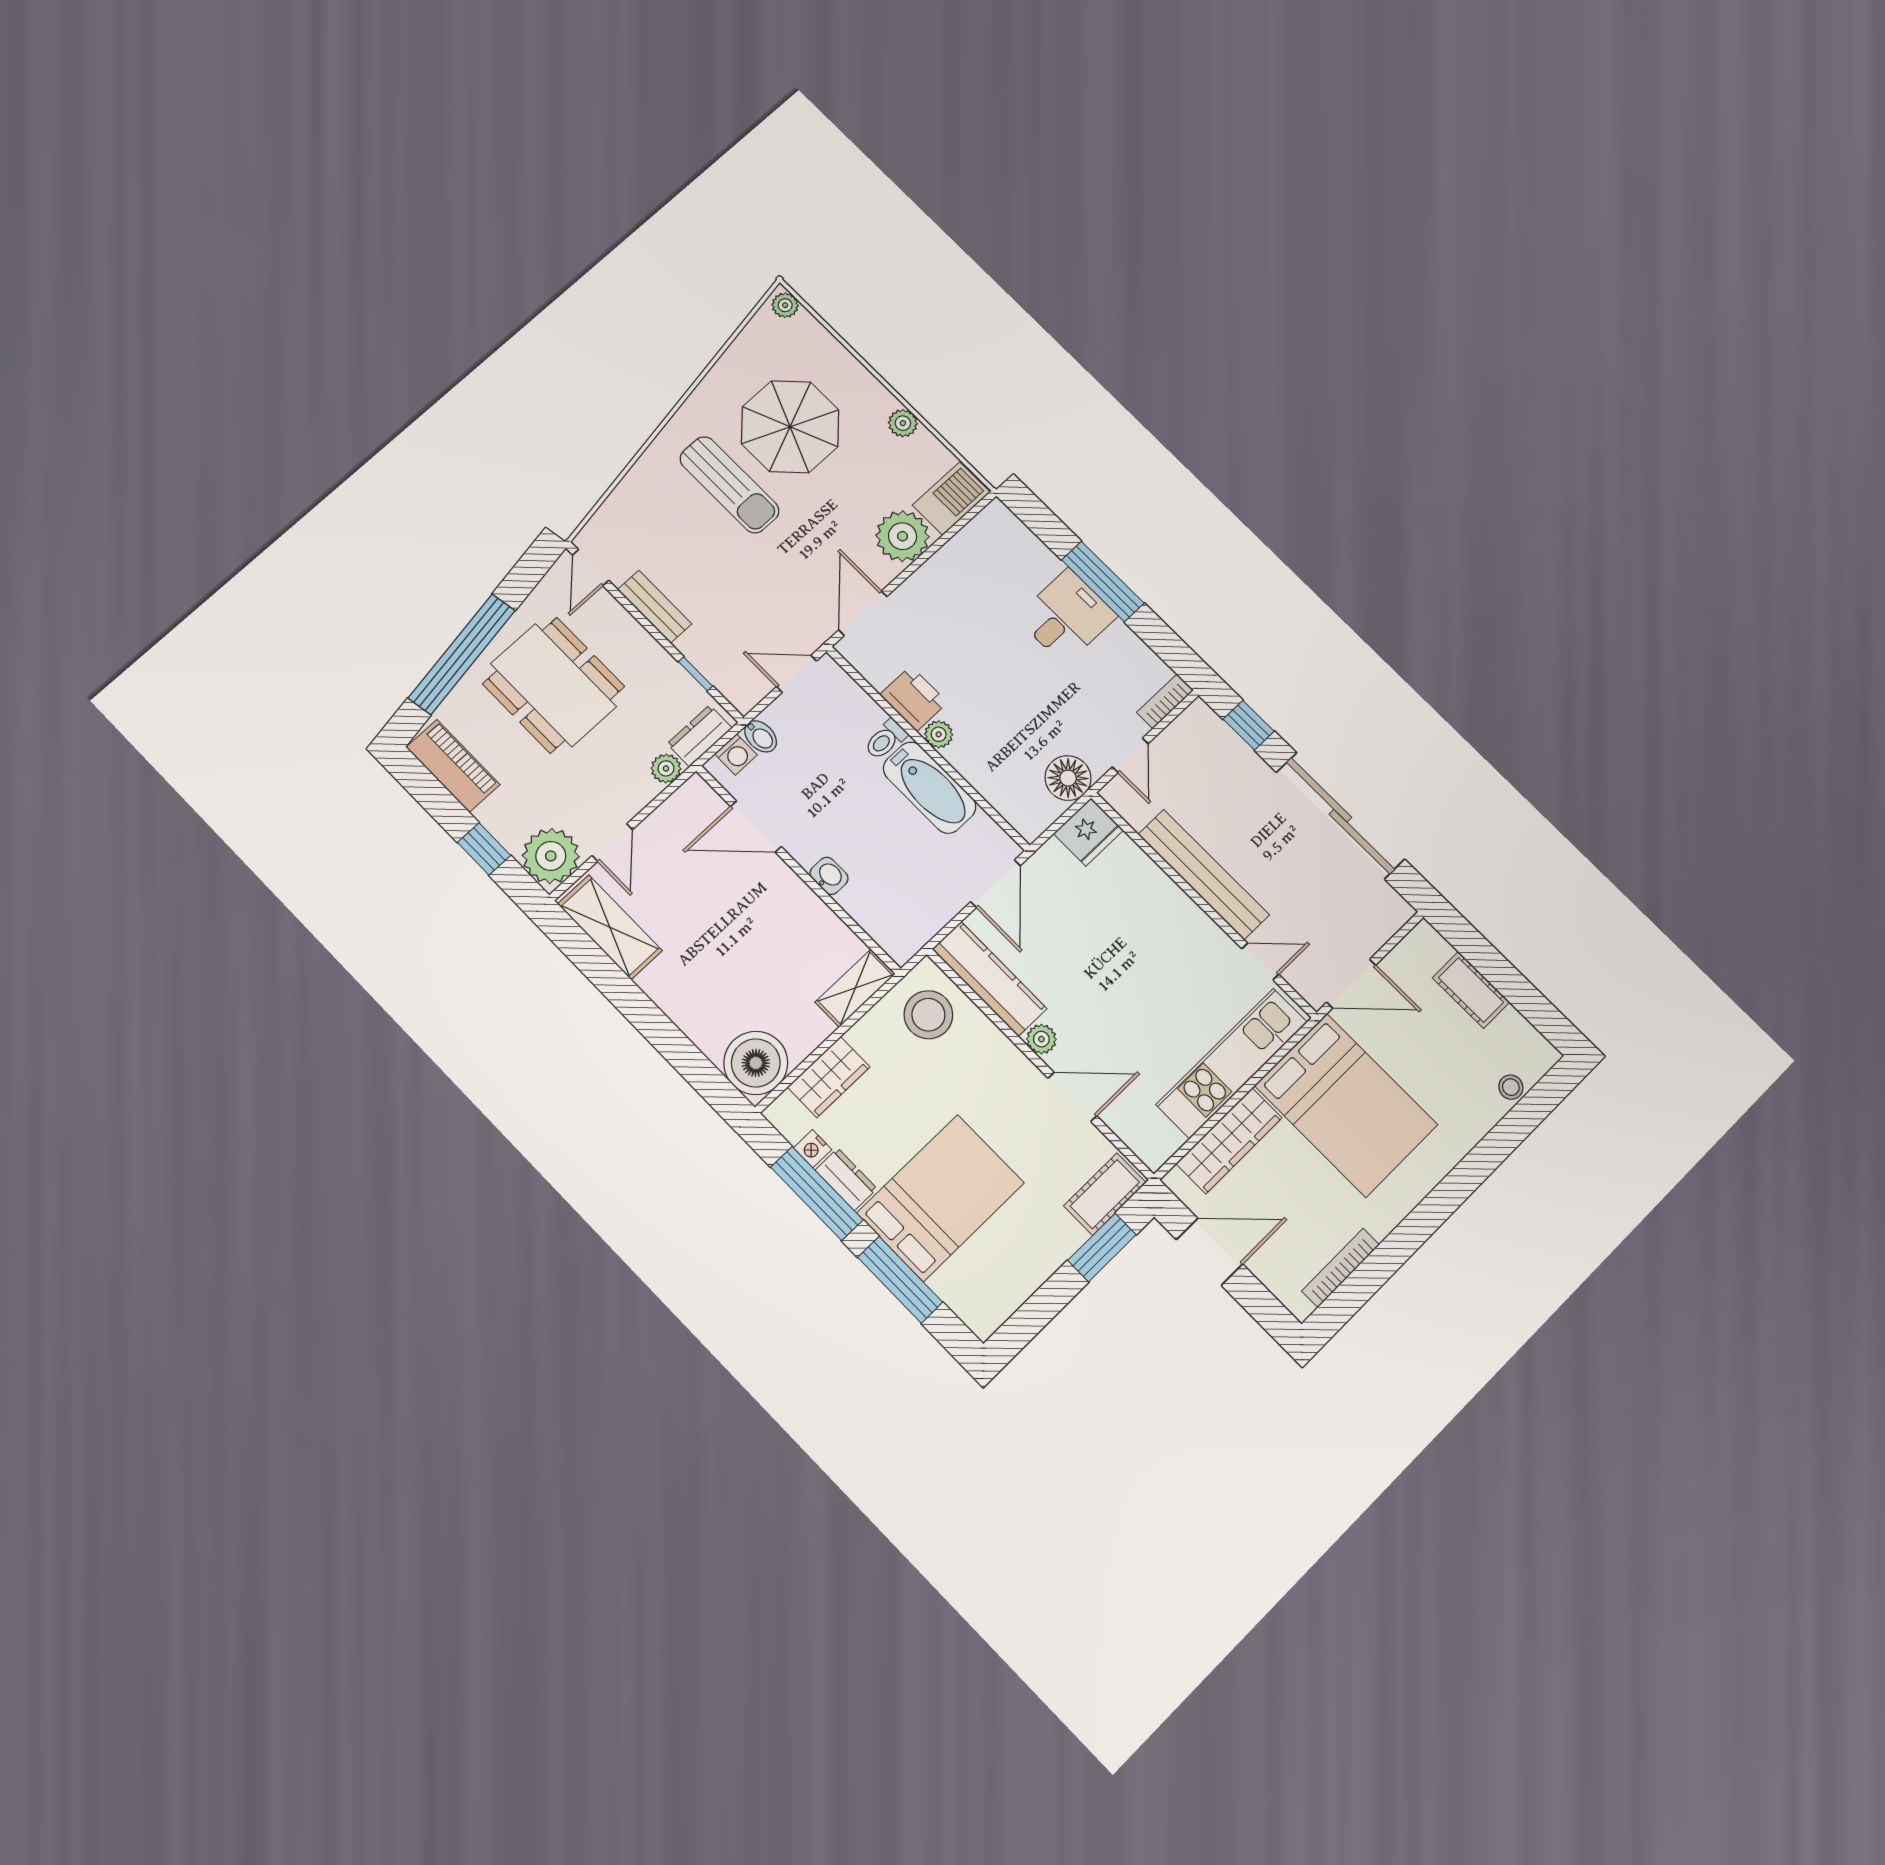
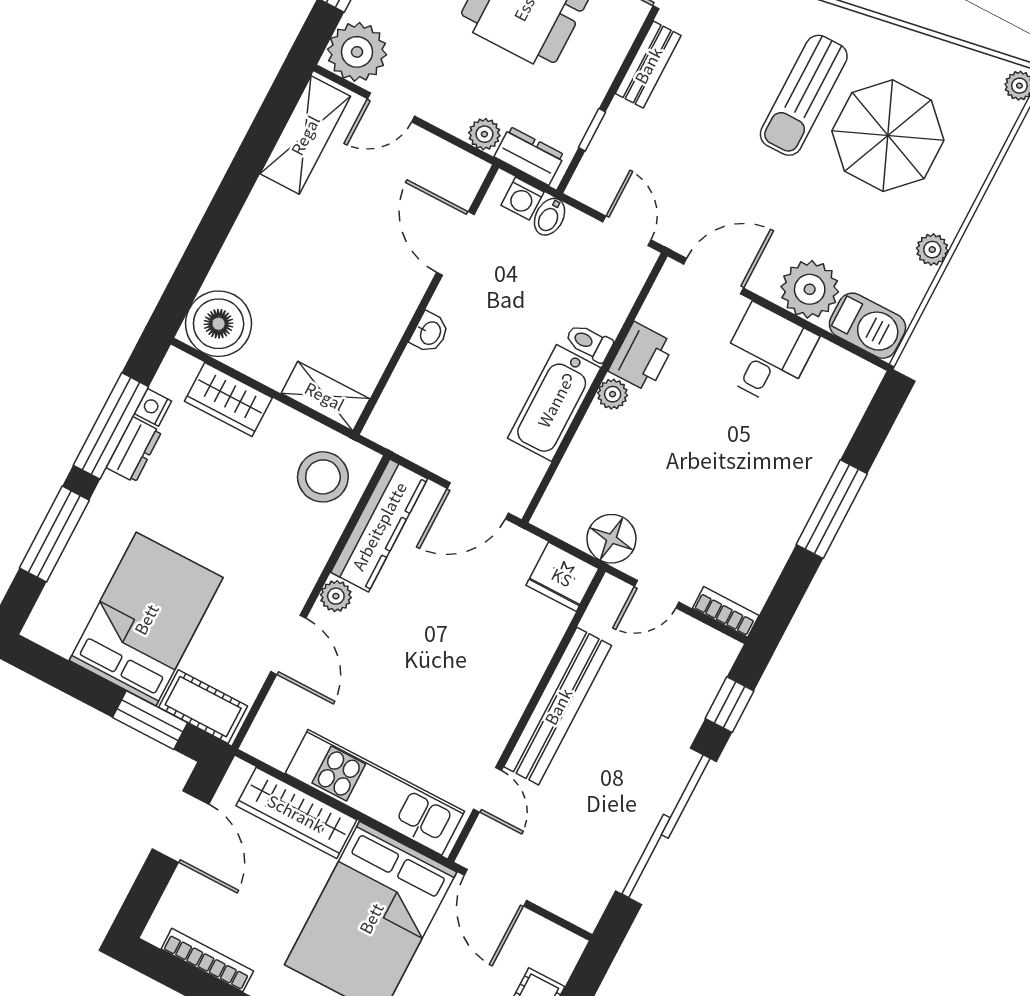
desk: (1066, 617) -> (767, 355), moved, turned -90
bed: (941, 1198) -> (146, 619), moved, turned -90

